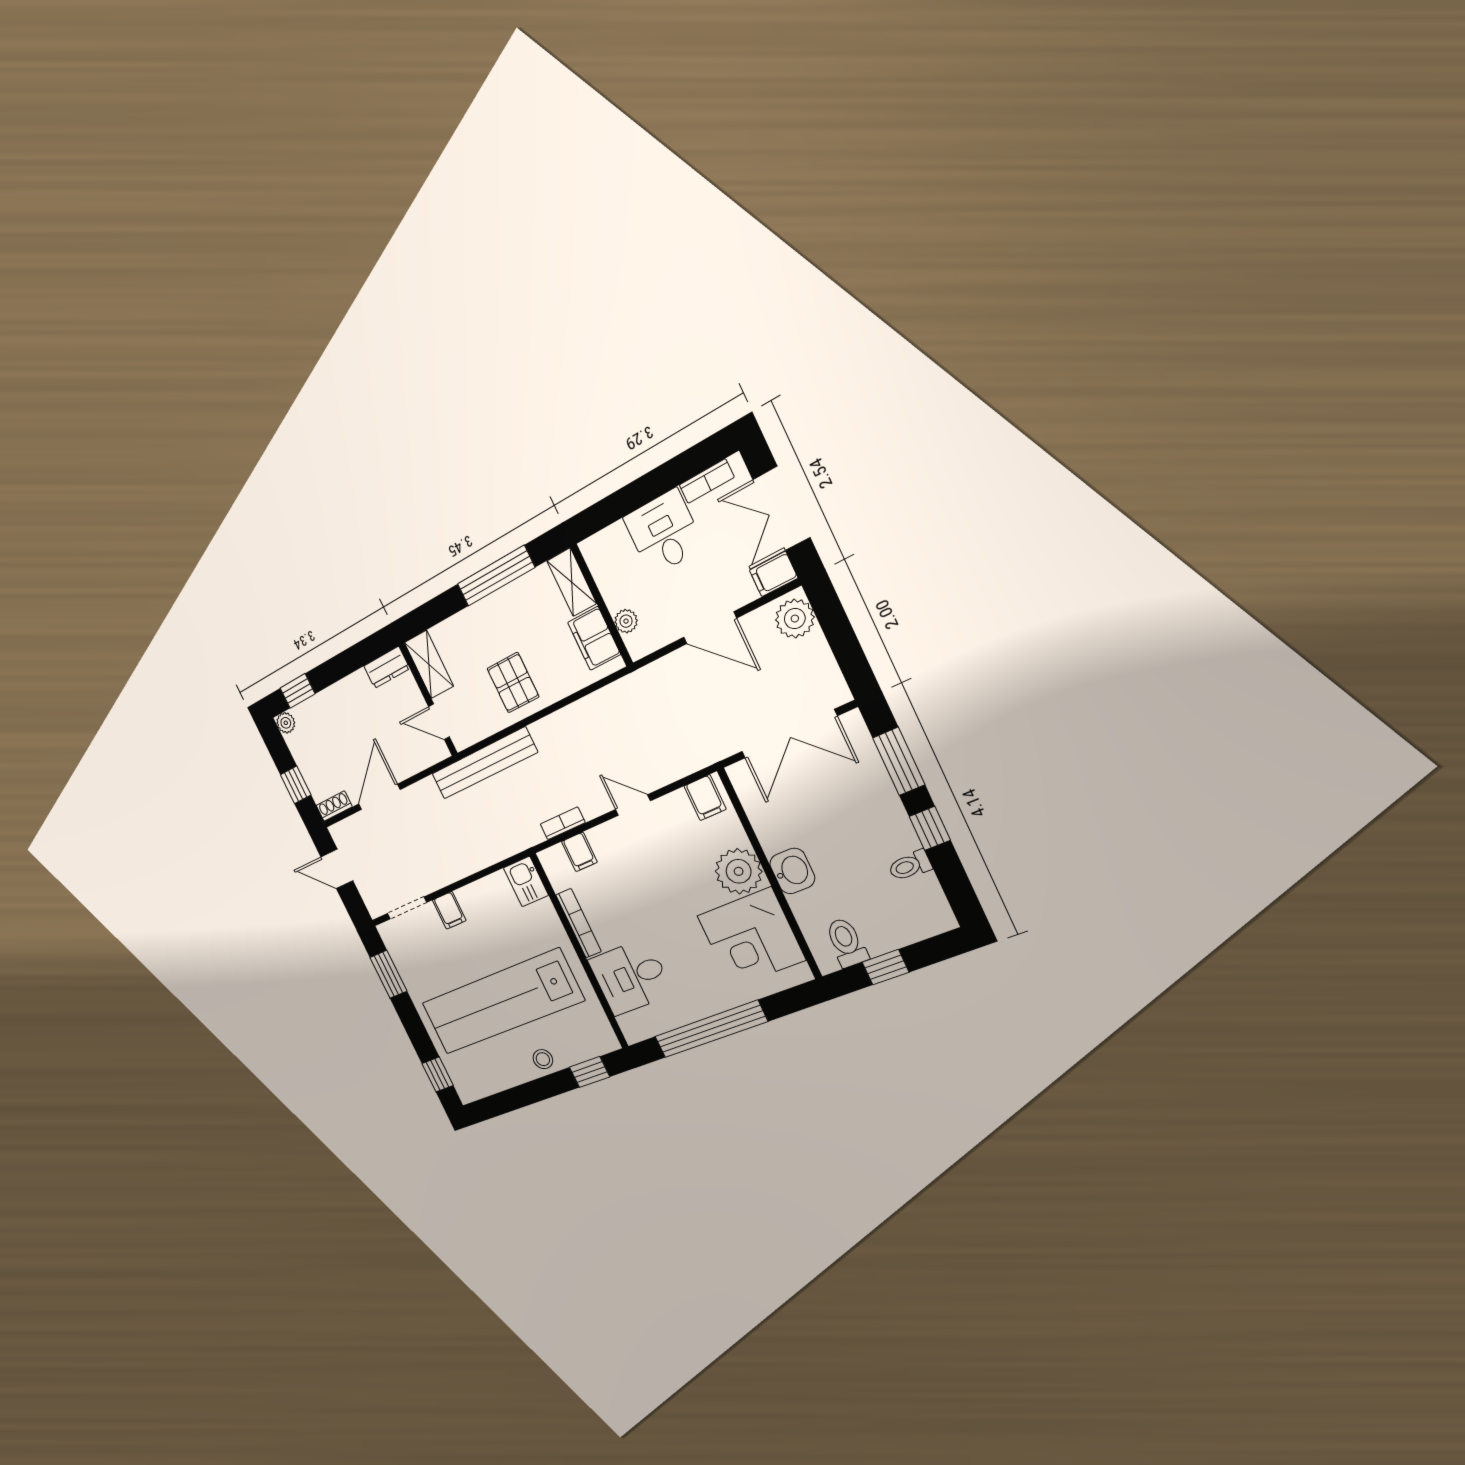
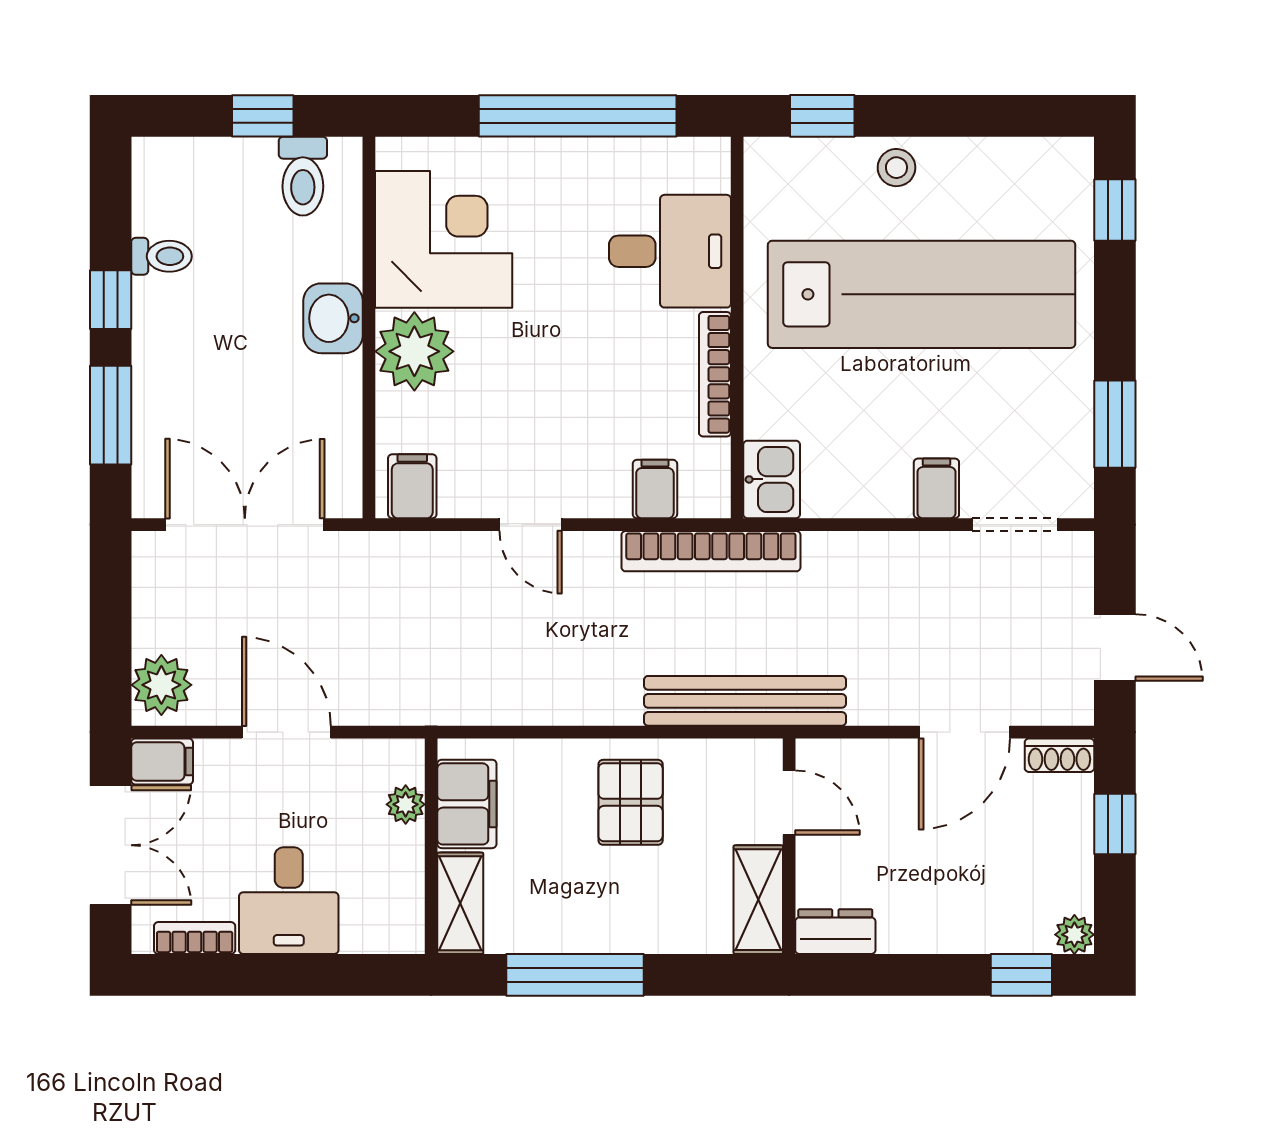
bookcase: (563, 823) -> (711, 551), width x2.31, depth x1.31

